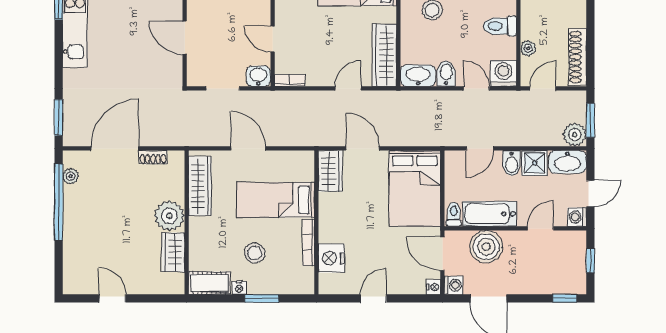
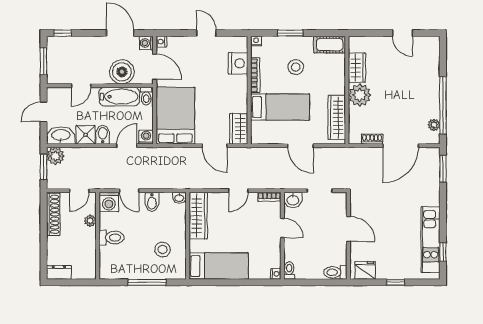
washbasin: (418, 76) -> (179, 198), width x0.52, depth x0.69
door: (348, 88) -> (238, 191), moved
washing machine: (577, 217) -> (146, 137), moved, turned -90
window: (590, 261) -> (44, 61), width x1.50
nightstand: (239, 288) -> (256, 41), moved
door: (374, 298) -> (206, 33), swing flipped

